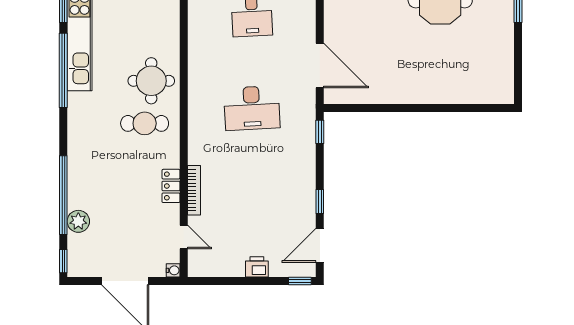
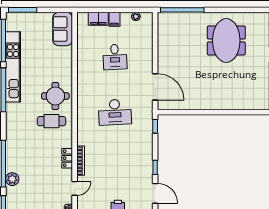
door: (184, 237) -> (75, 188), hinge flipped
door: (320, 245) -> (155, 193), swing flipped

